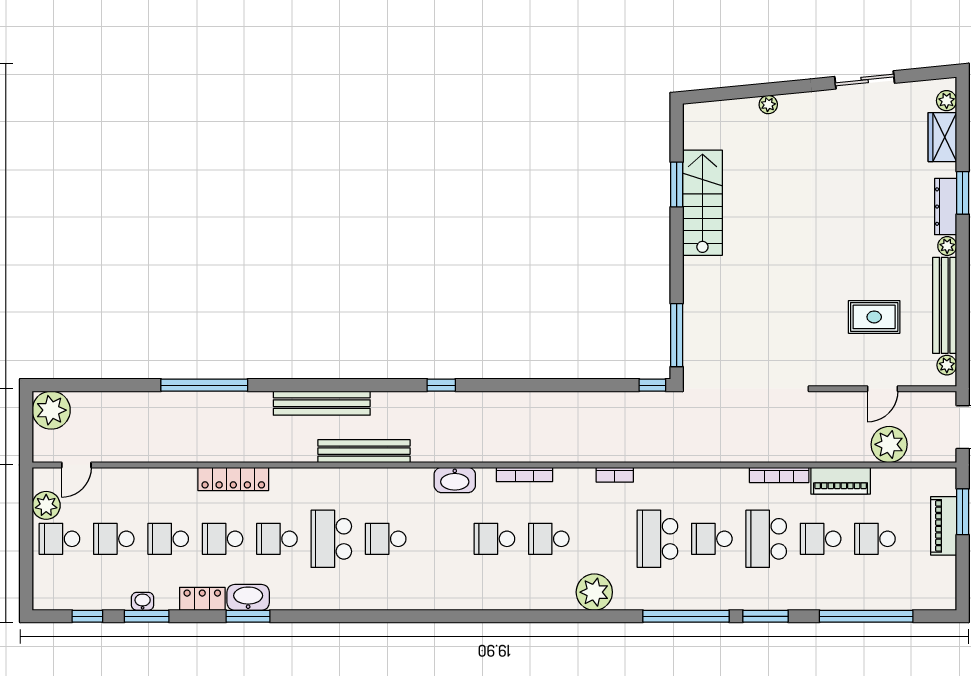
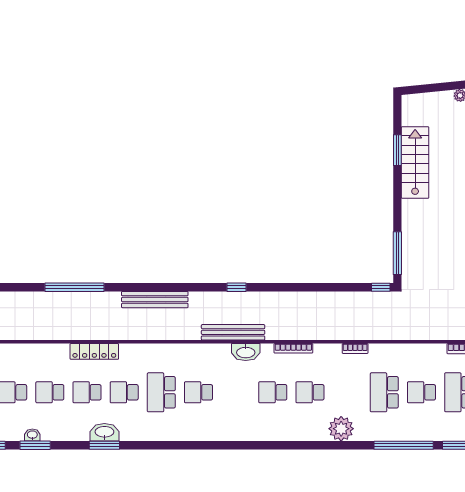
bench: (364, 451) -> (233, 332), moved
locker: (202, 599) -> (73, 433), removed

